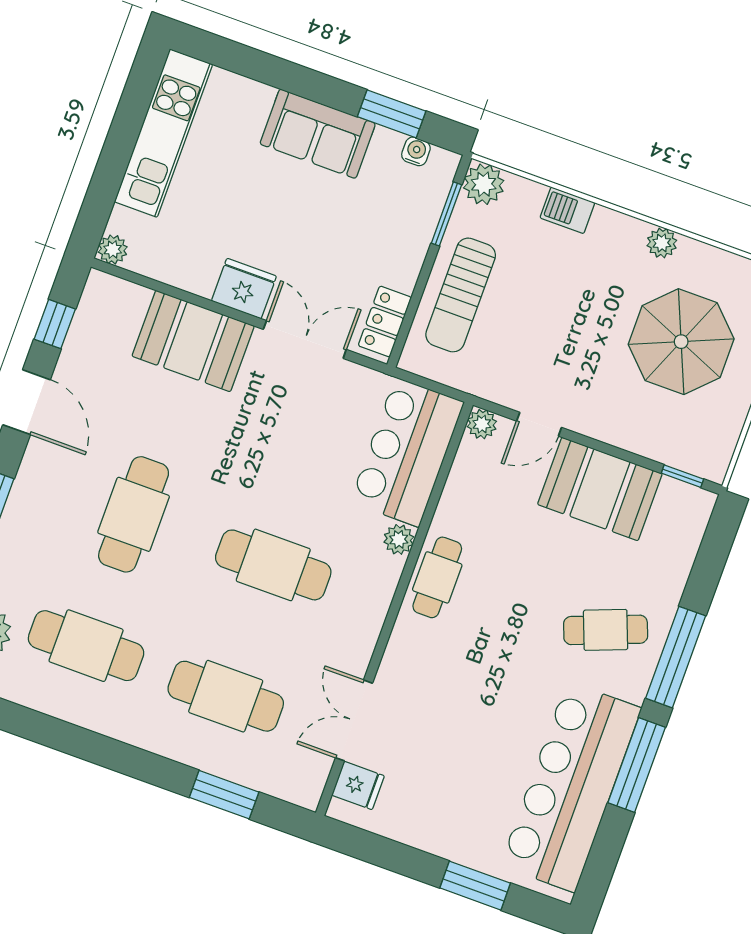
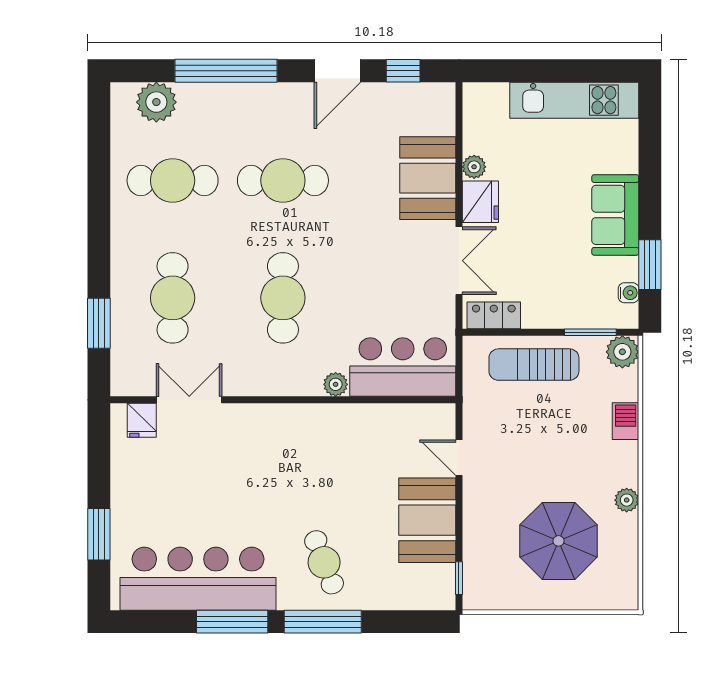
plant: (113, 250) -> (474, 167), moved
plant: (482, 424) -> (444, 415), removed
cafe table: (437, 577) -> (318, 423), removed
cafe table: (86, 646) -> (173, 180), turned 90

